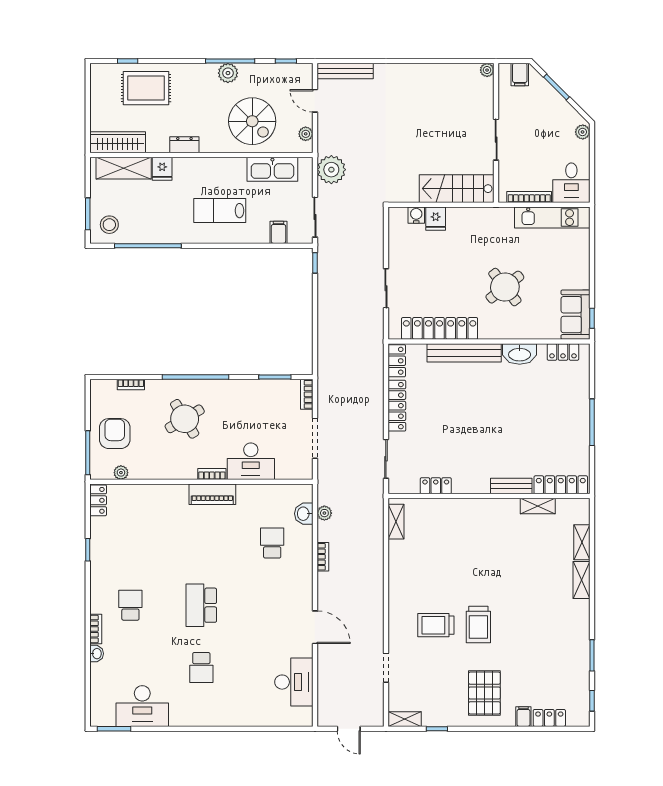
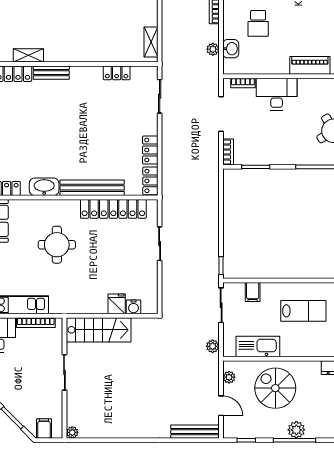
plant: (331, 170) -> (213, 346), width x0.53, depth x0.53
round table: (505, 287) -> (57, 245), turned 38
locker: (397, 406) -> (150, 150), width x0.66
bookcase: (212, 474) -> (243, 83), moved

